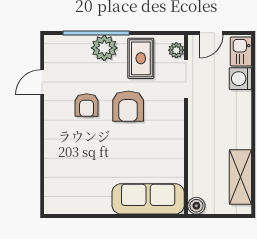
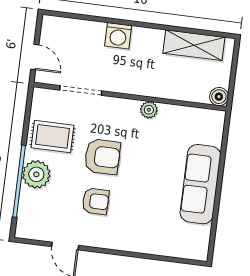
plant: (176, 50) -> (149, 110), moved
kitchen sink: (241, 52) -> (59, 28), removed
washing machine: (240, 79) -> (118, 36), moved
sofa: (148, 199) -> (200, 184), moved

